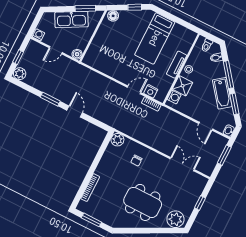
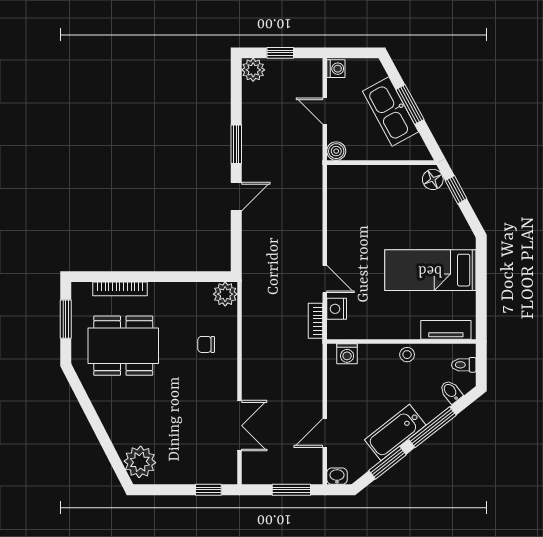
window: (135, 7) -> (456, 190), moved
window: (85, 8) -> (410, 104), moved
tv unit: (177, 65) -> (446, 330), moved
shower: (183, 86) -> (374, 359), removed
dining table: (143, 202) -> (123, 346), moved, turned 90
window: (200, 203) -> (208, 490), moved

